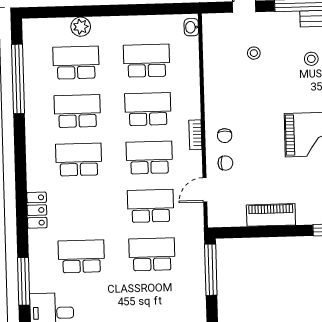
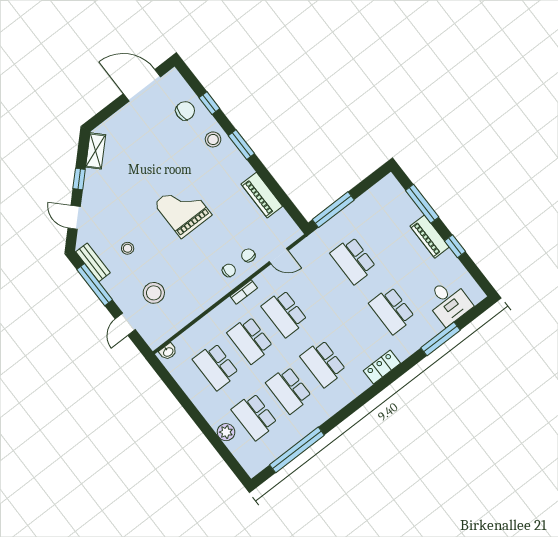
stool: (254, 53) -> (154, 293), width x1.89, depth x1.89
school desk: (151, 206) -> (319, 287), removed

